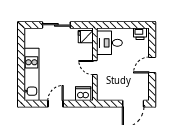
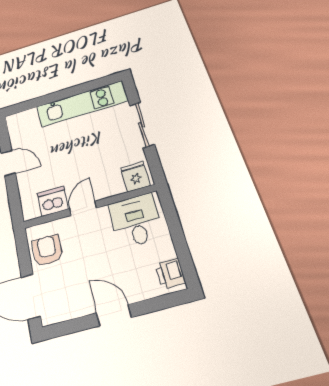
kitchen unit: (31, 74) -> (82, 104), moved
armchair: (112, 91) -> (47, 250), added
dishwasher: (83, 94) -> (53, 201), moved, turned -90

